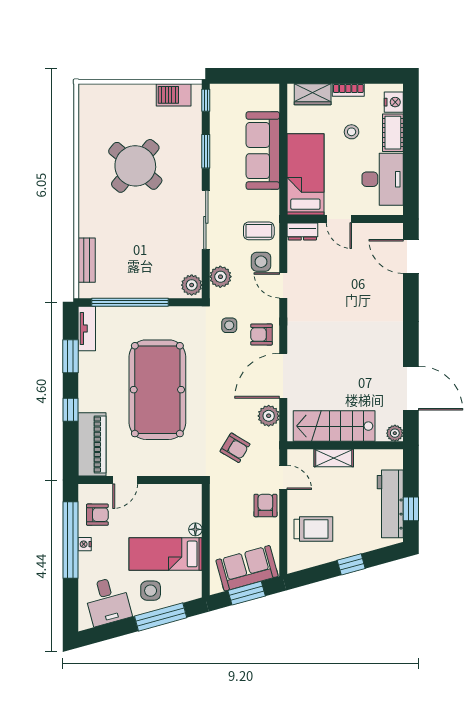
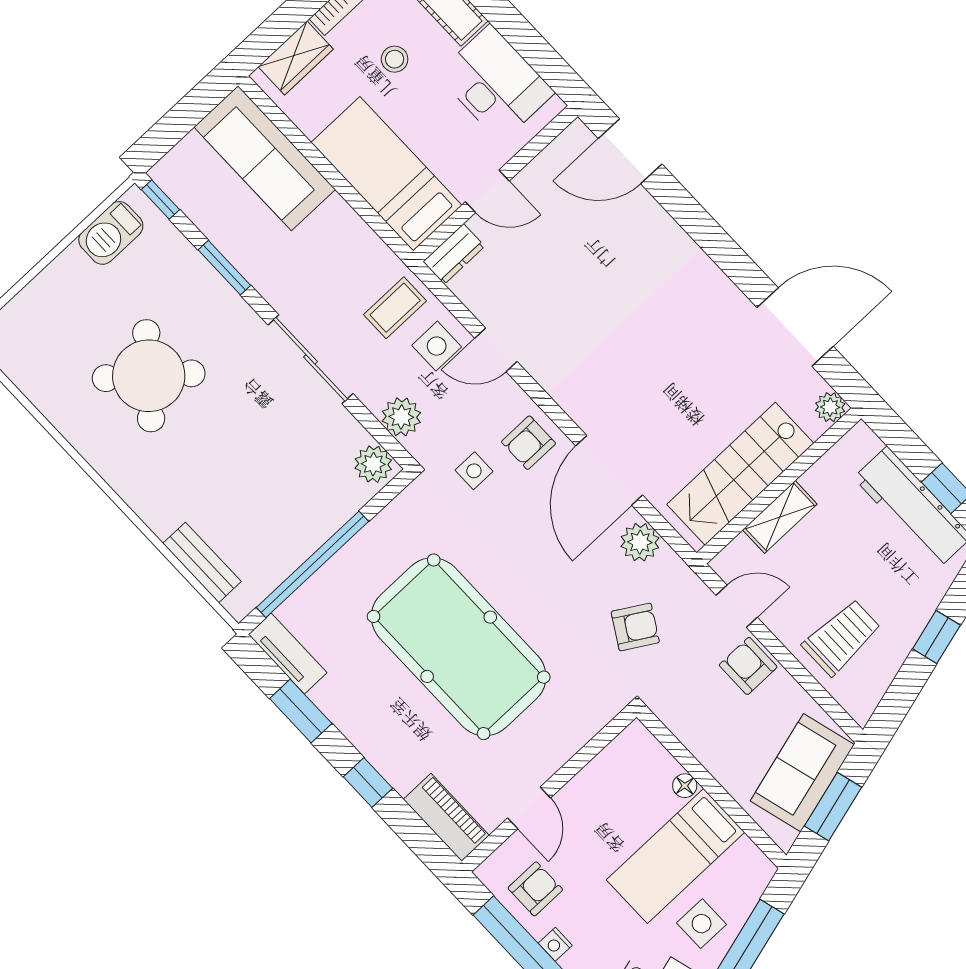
sofa: (263, 151) -> (265, 158), moved
piano: (92, 444) -> (446, 817), width x0.73, depth x0.75

